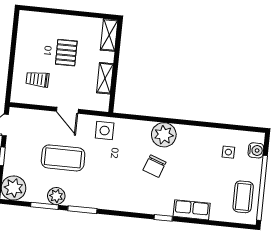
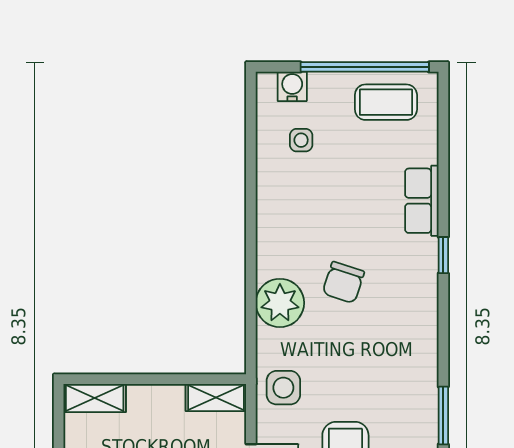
shelving: (105, 78) -> (216, 397), moved
plant: (164, 135) -> (280, 303), moved
chair: (155, 166) -> (343, 282), turned 88

